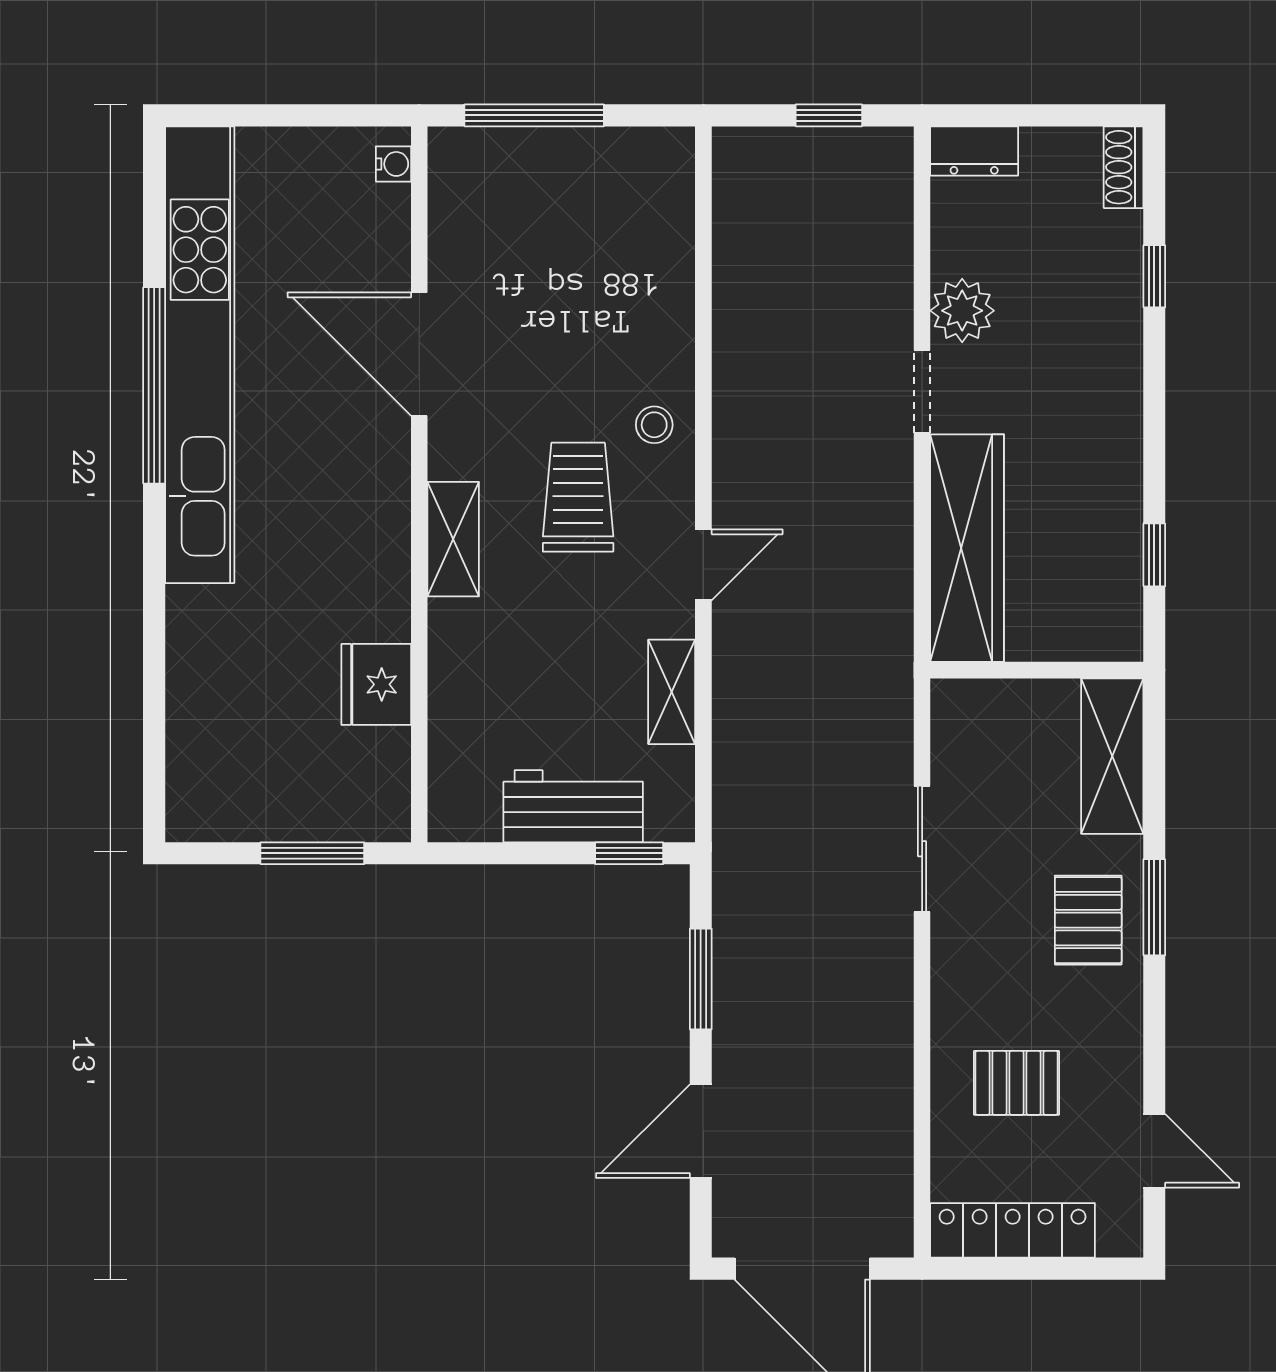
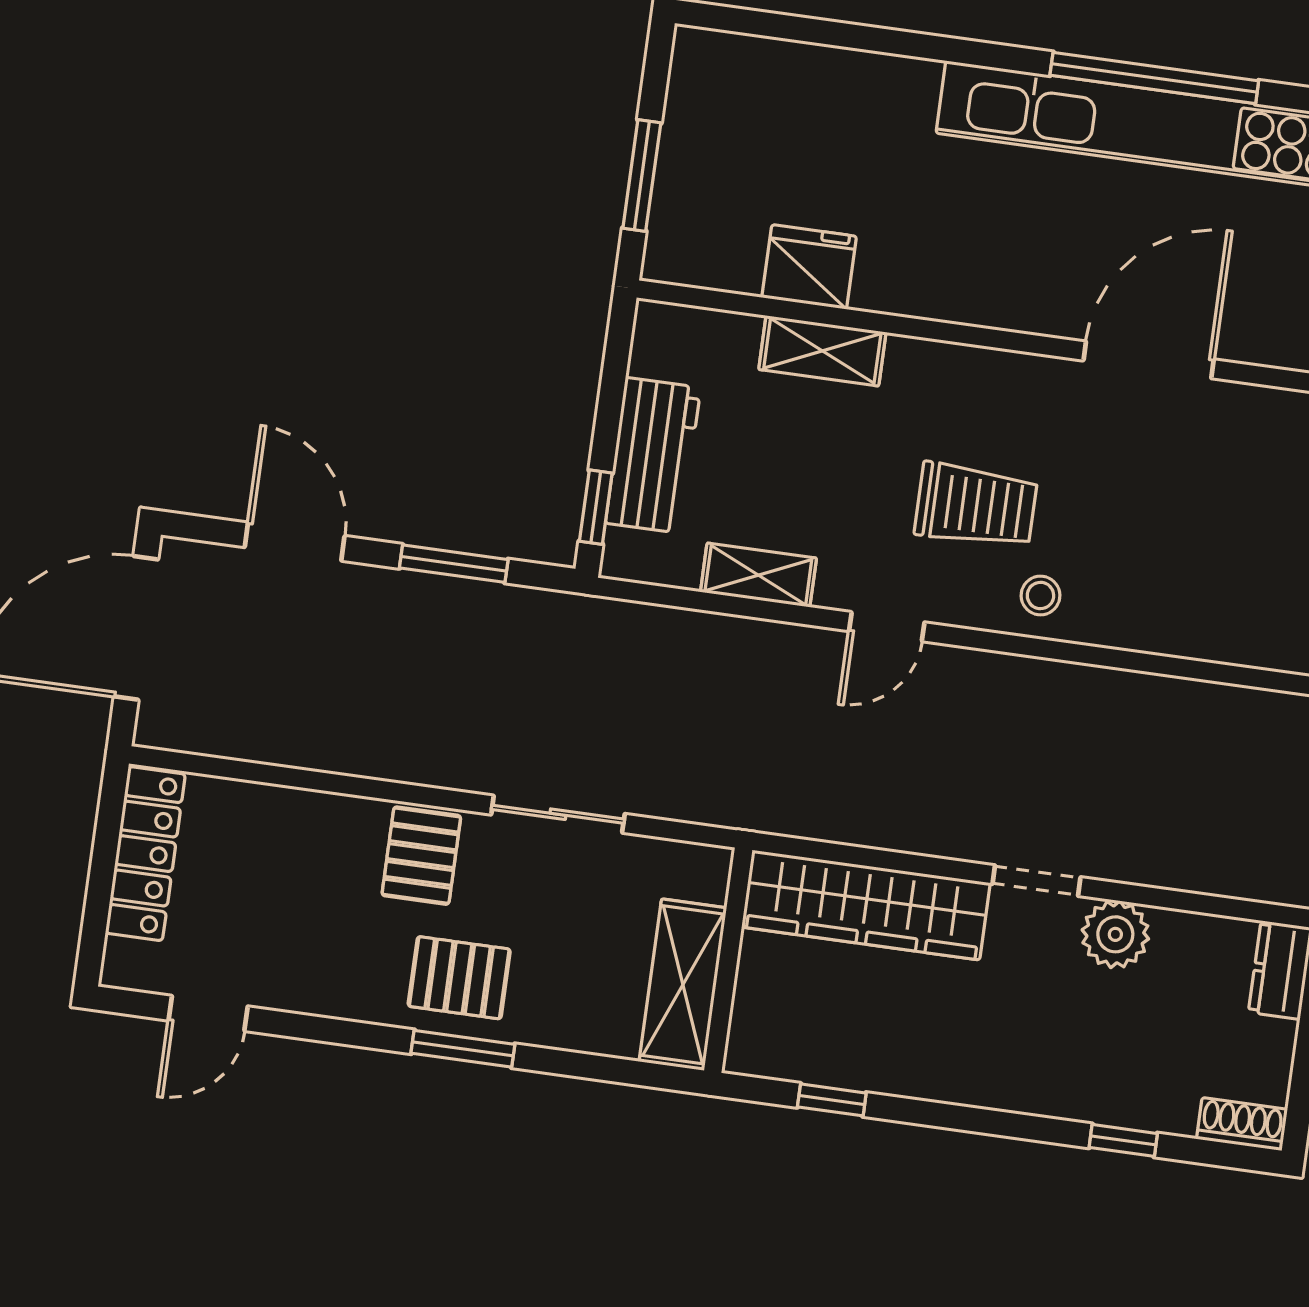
shelving: (453, 539) -> (822, 351), moved
door: (703, 565) -> (887, 627), hinge flipped
shelving: (1112, 756) -> (683, 985), moved, turned 90
pallet: (1016, 1083) -> (421, 856), moved

